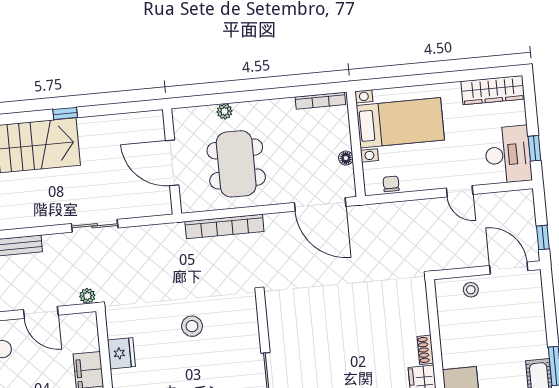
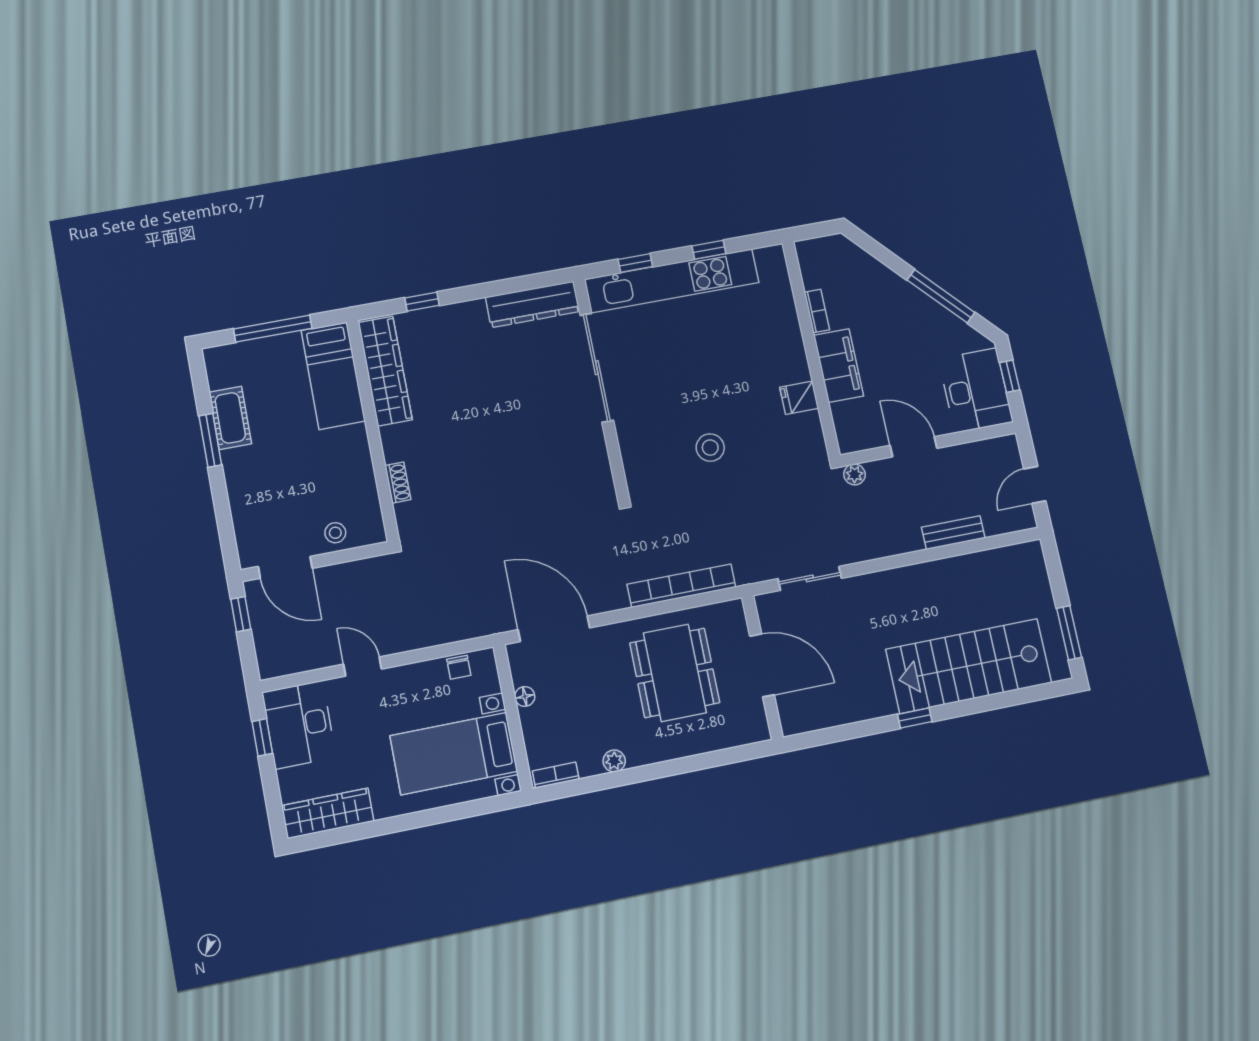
bookcase: (320, 101) -> (556, 775), width x0.64
plant: (225, 111) -> (614, 761), moved
sliding door: (95, 226) -> (810, 578), moved
shoe rack: (425, 350) -> (398, 483), moved
fridge: (121, 353) -> (799, 398), width x0.72

